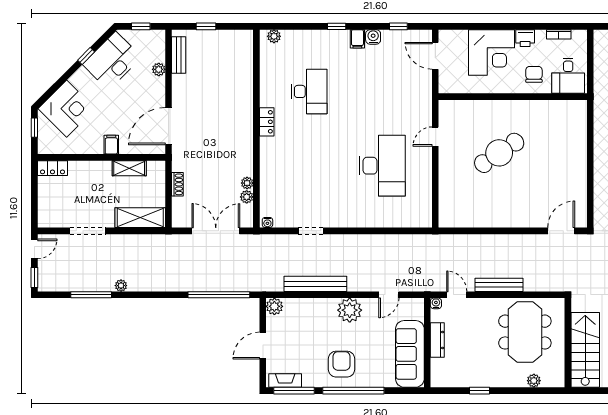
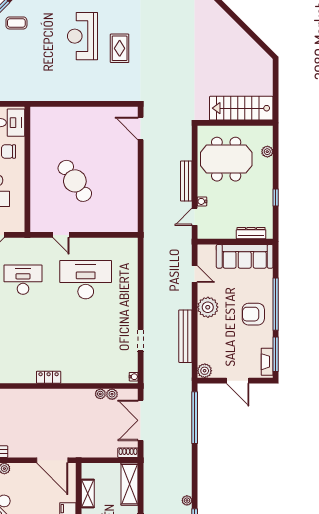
desk: (309, 91) -> (23, 280), moved
shoe rack: (177, 184) -> (128, 453), moved
water cooler: (436, 303) -> (202, 201), moved
dresser: (437, 340) -> (251, 233), moved

